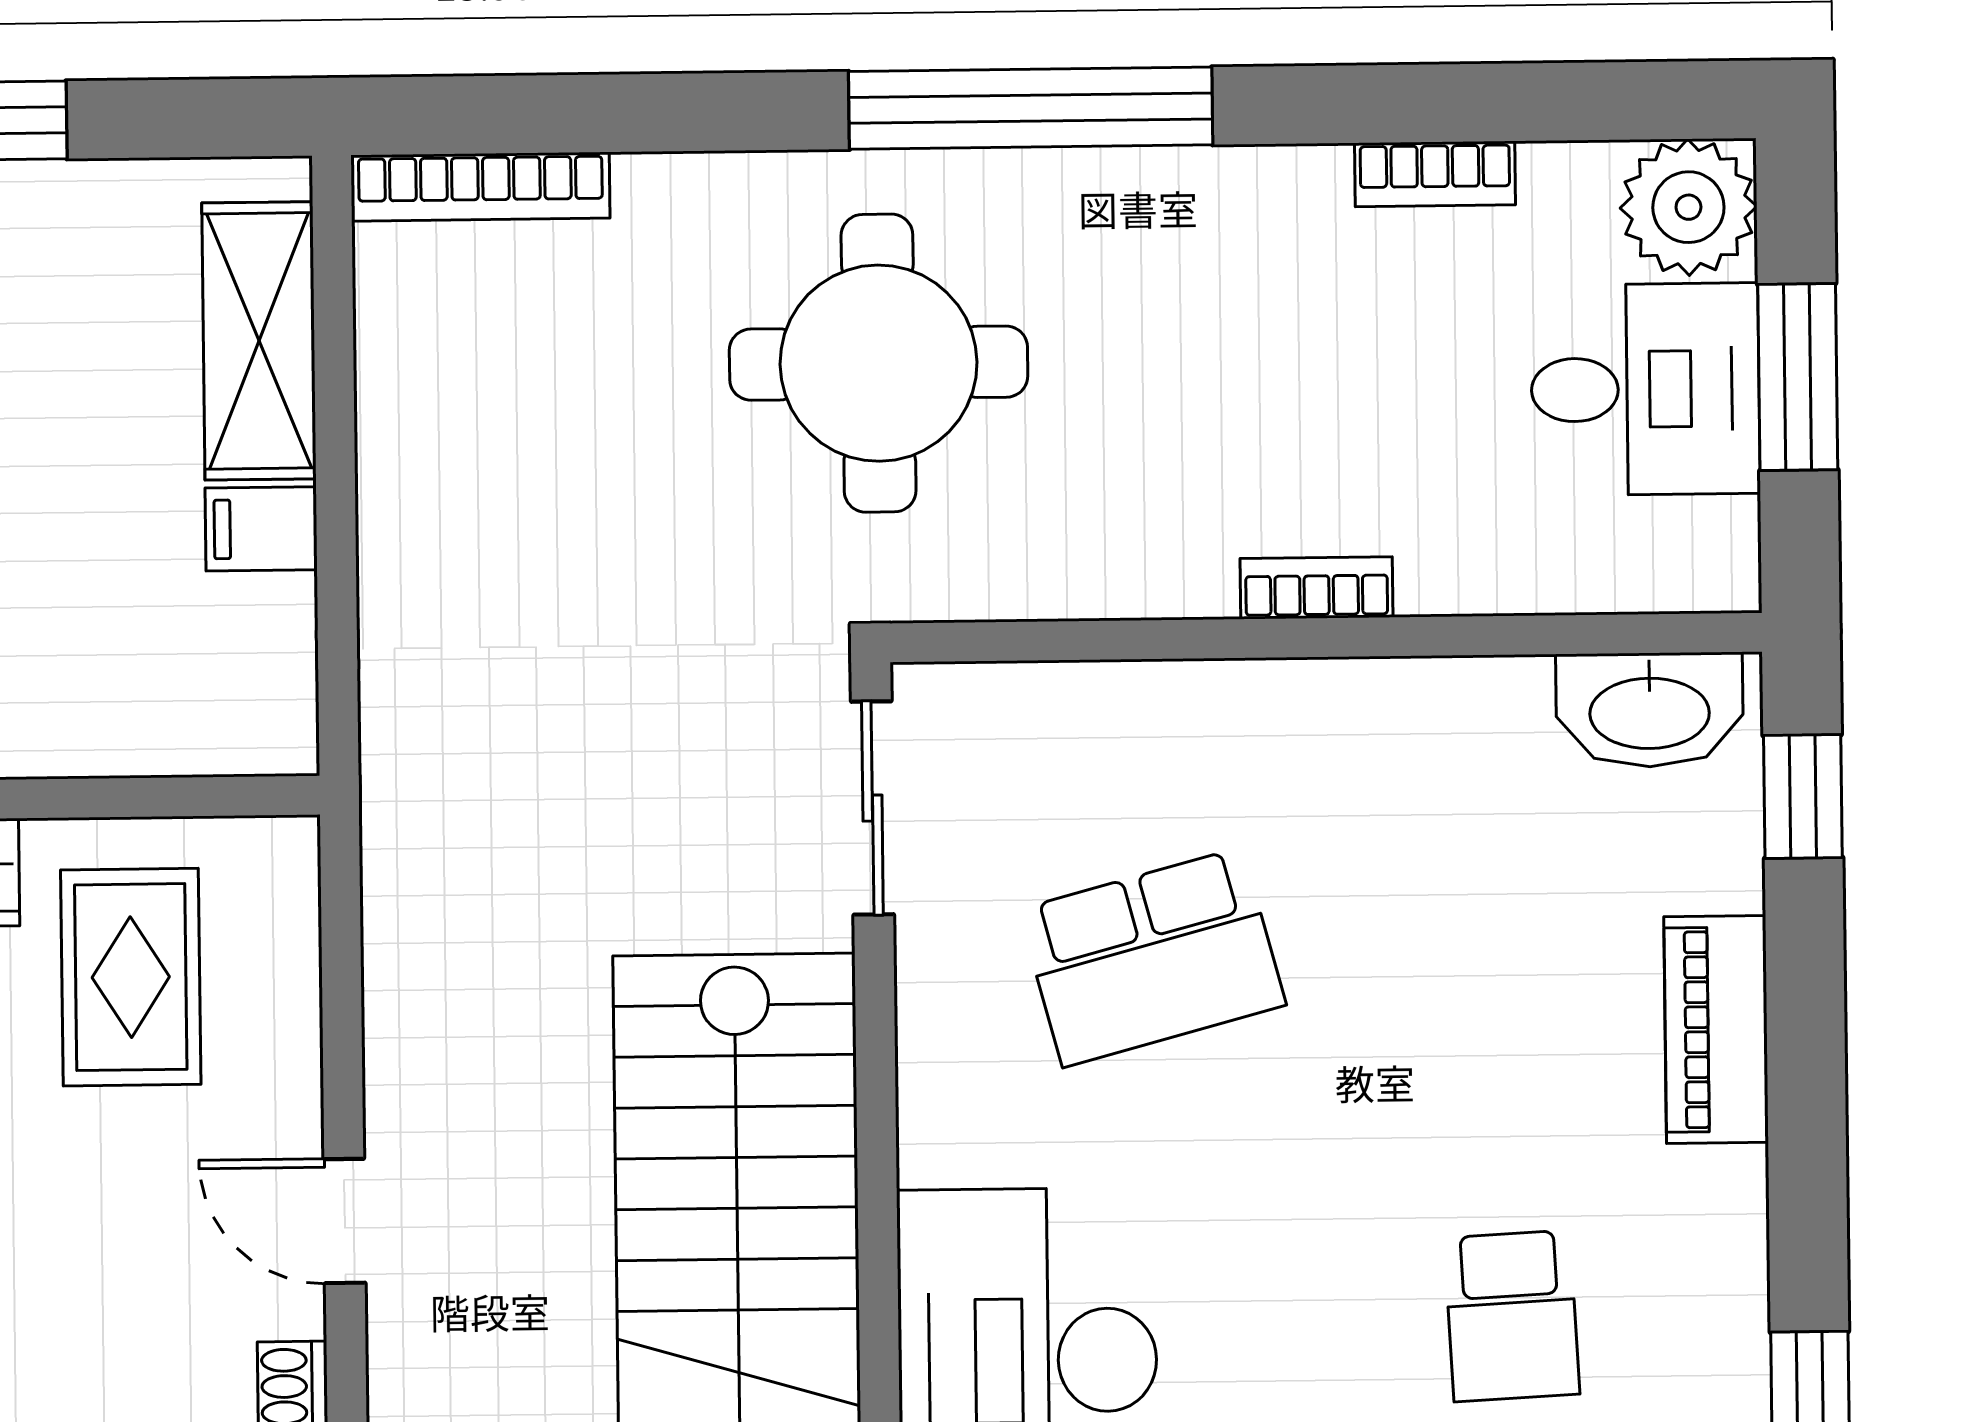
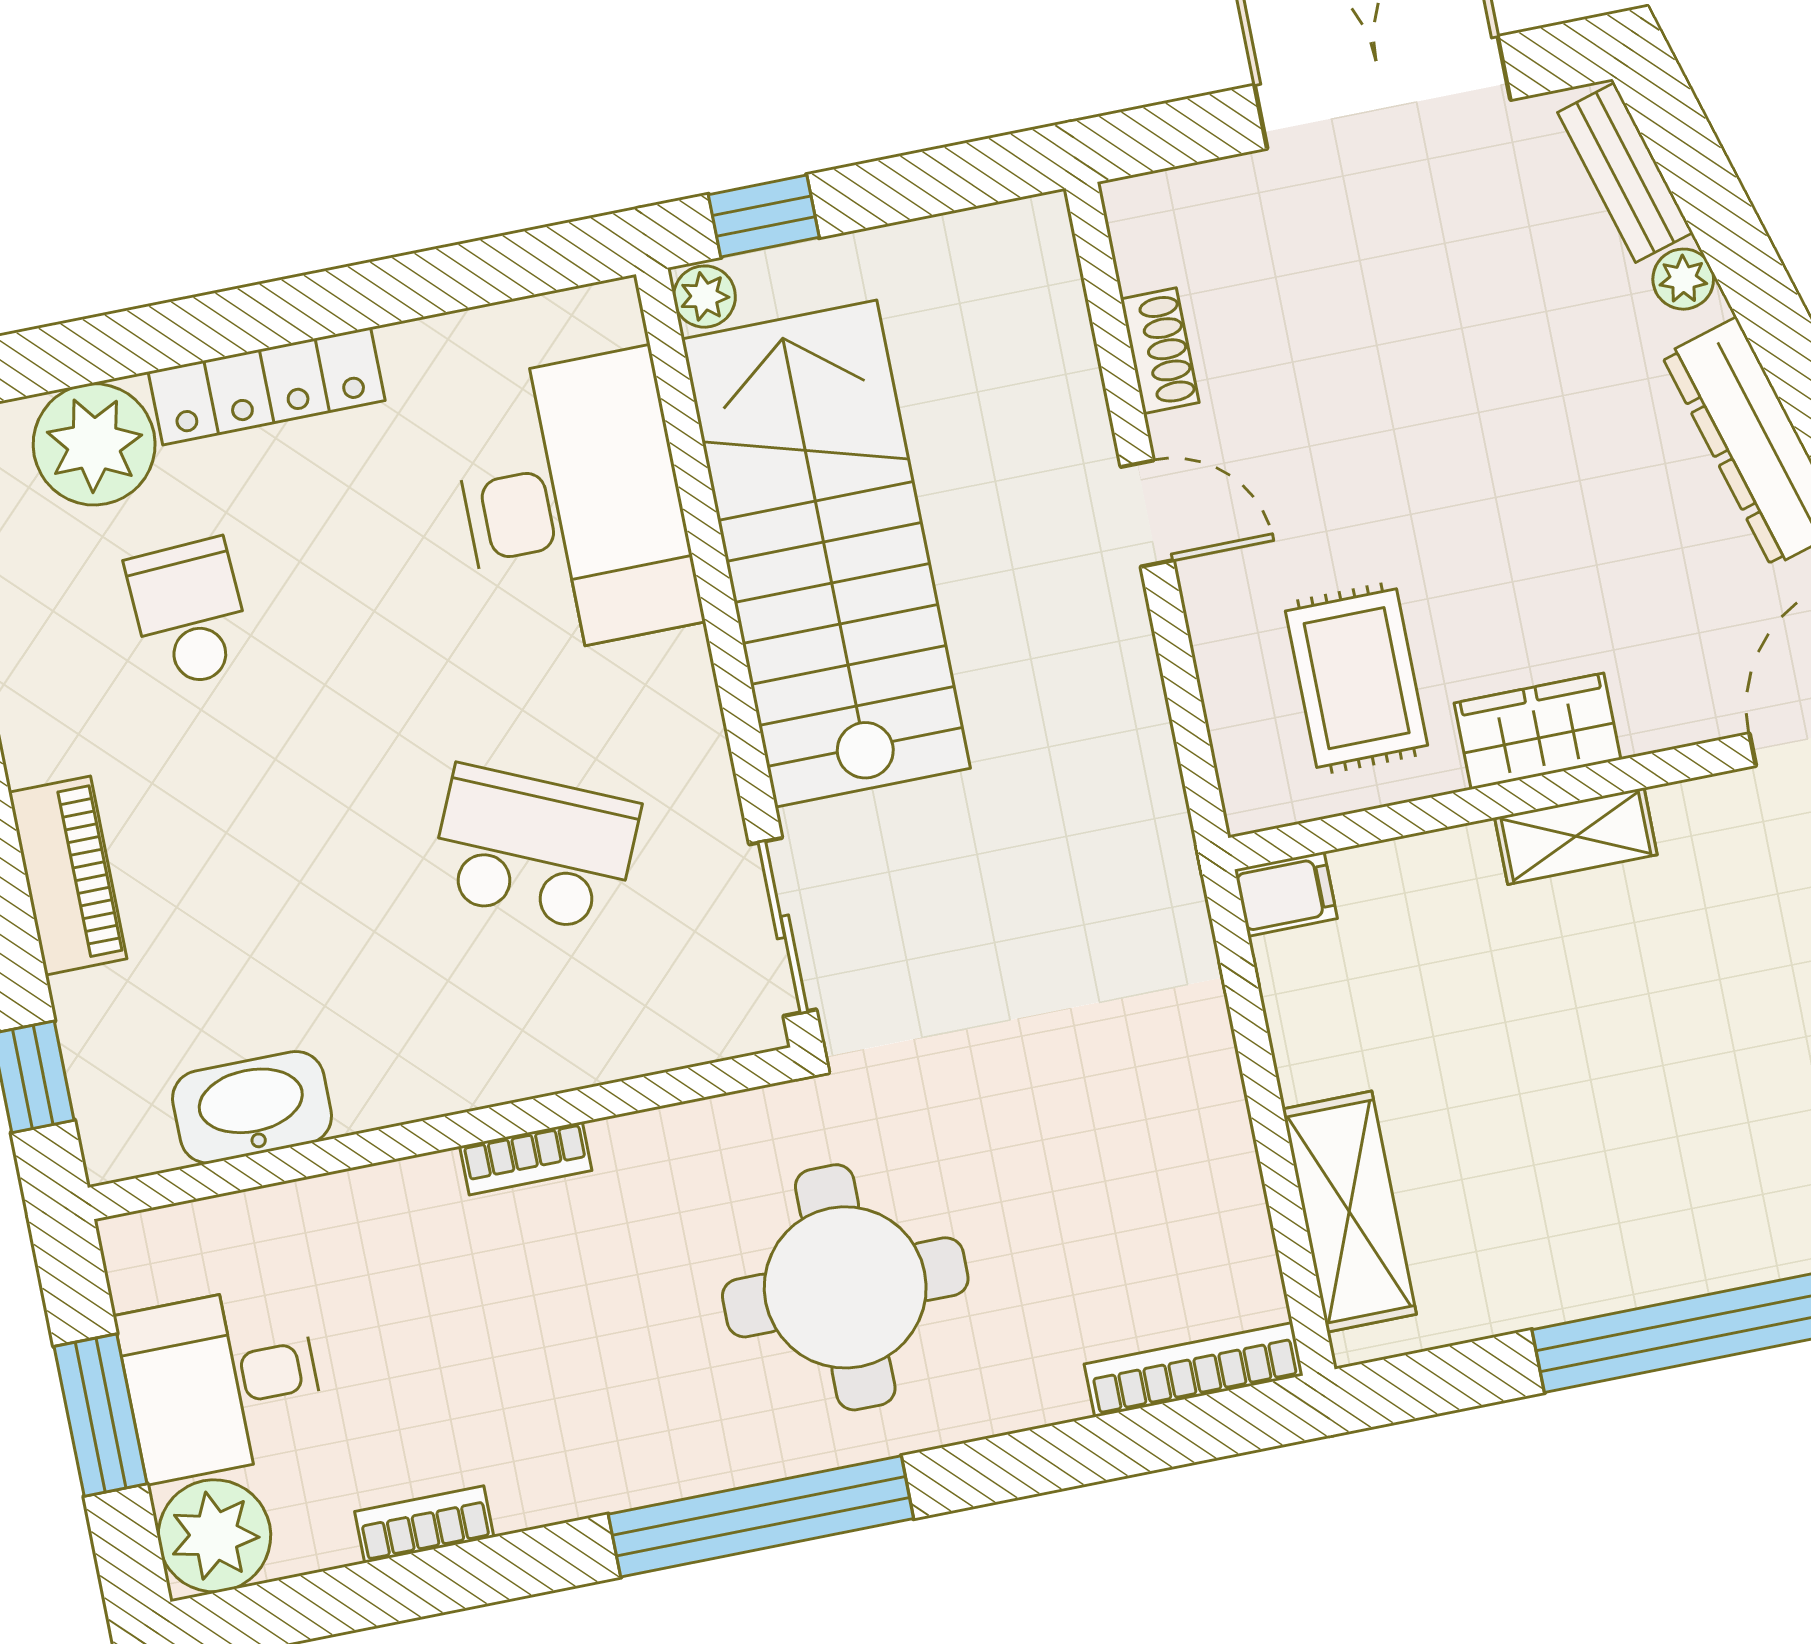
filing cabinet: (261, 529) -> (1286, 894), moved
bookcase: (1317, 588) -> (526, 1158), moved
washbasin: (1650, 710) -> (252, 1107), moved
school desk: (1152, 957) -> (534, 849), turned 39

